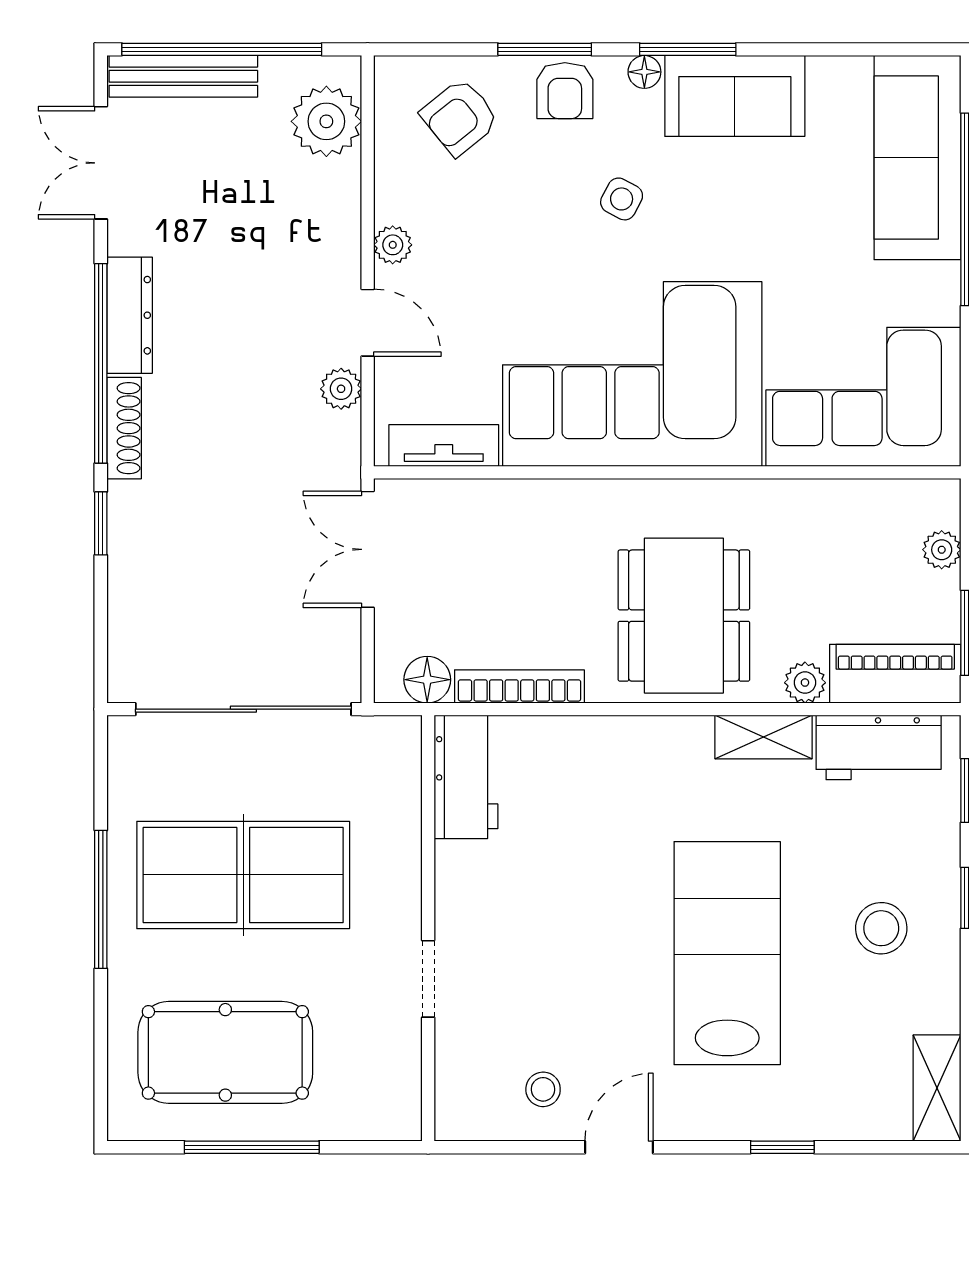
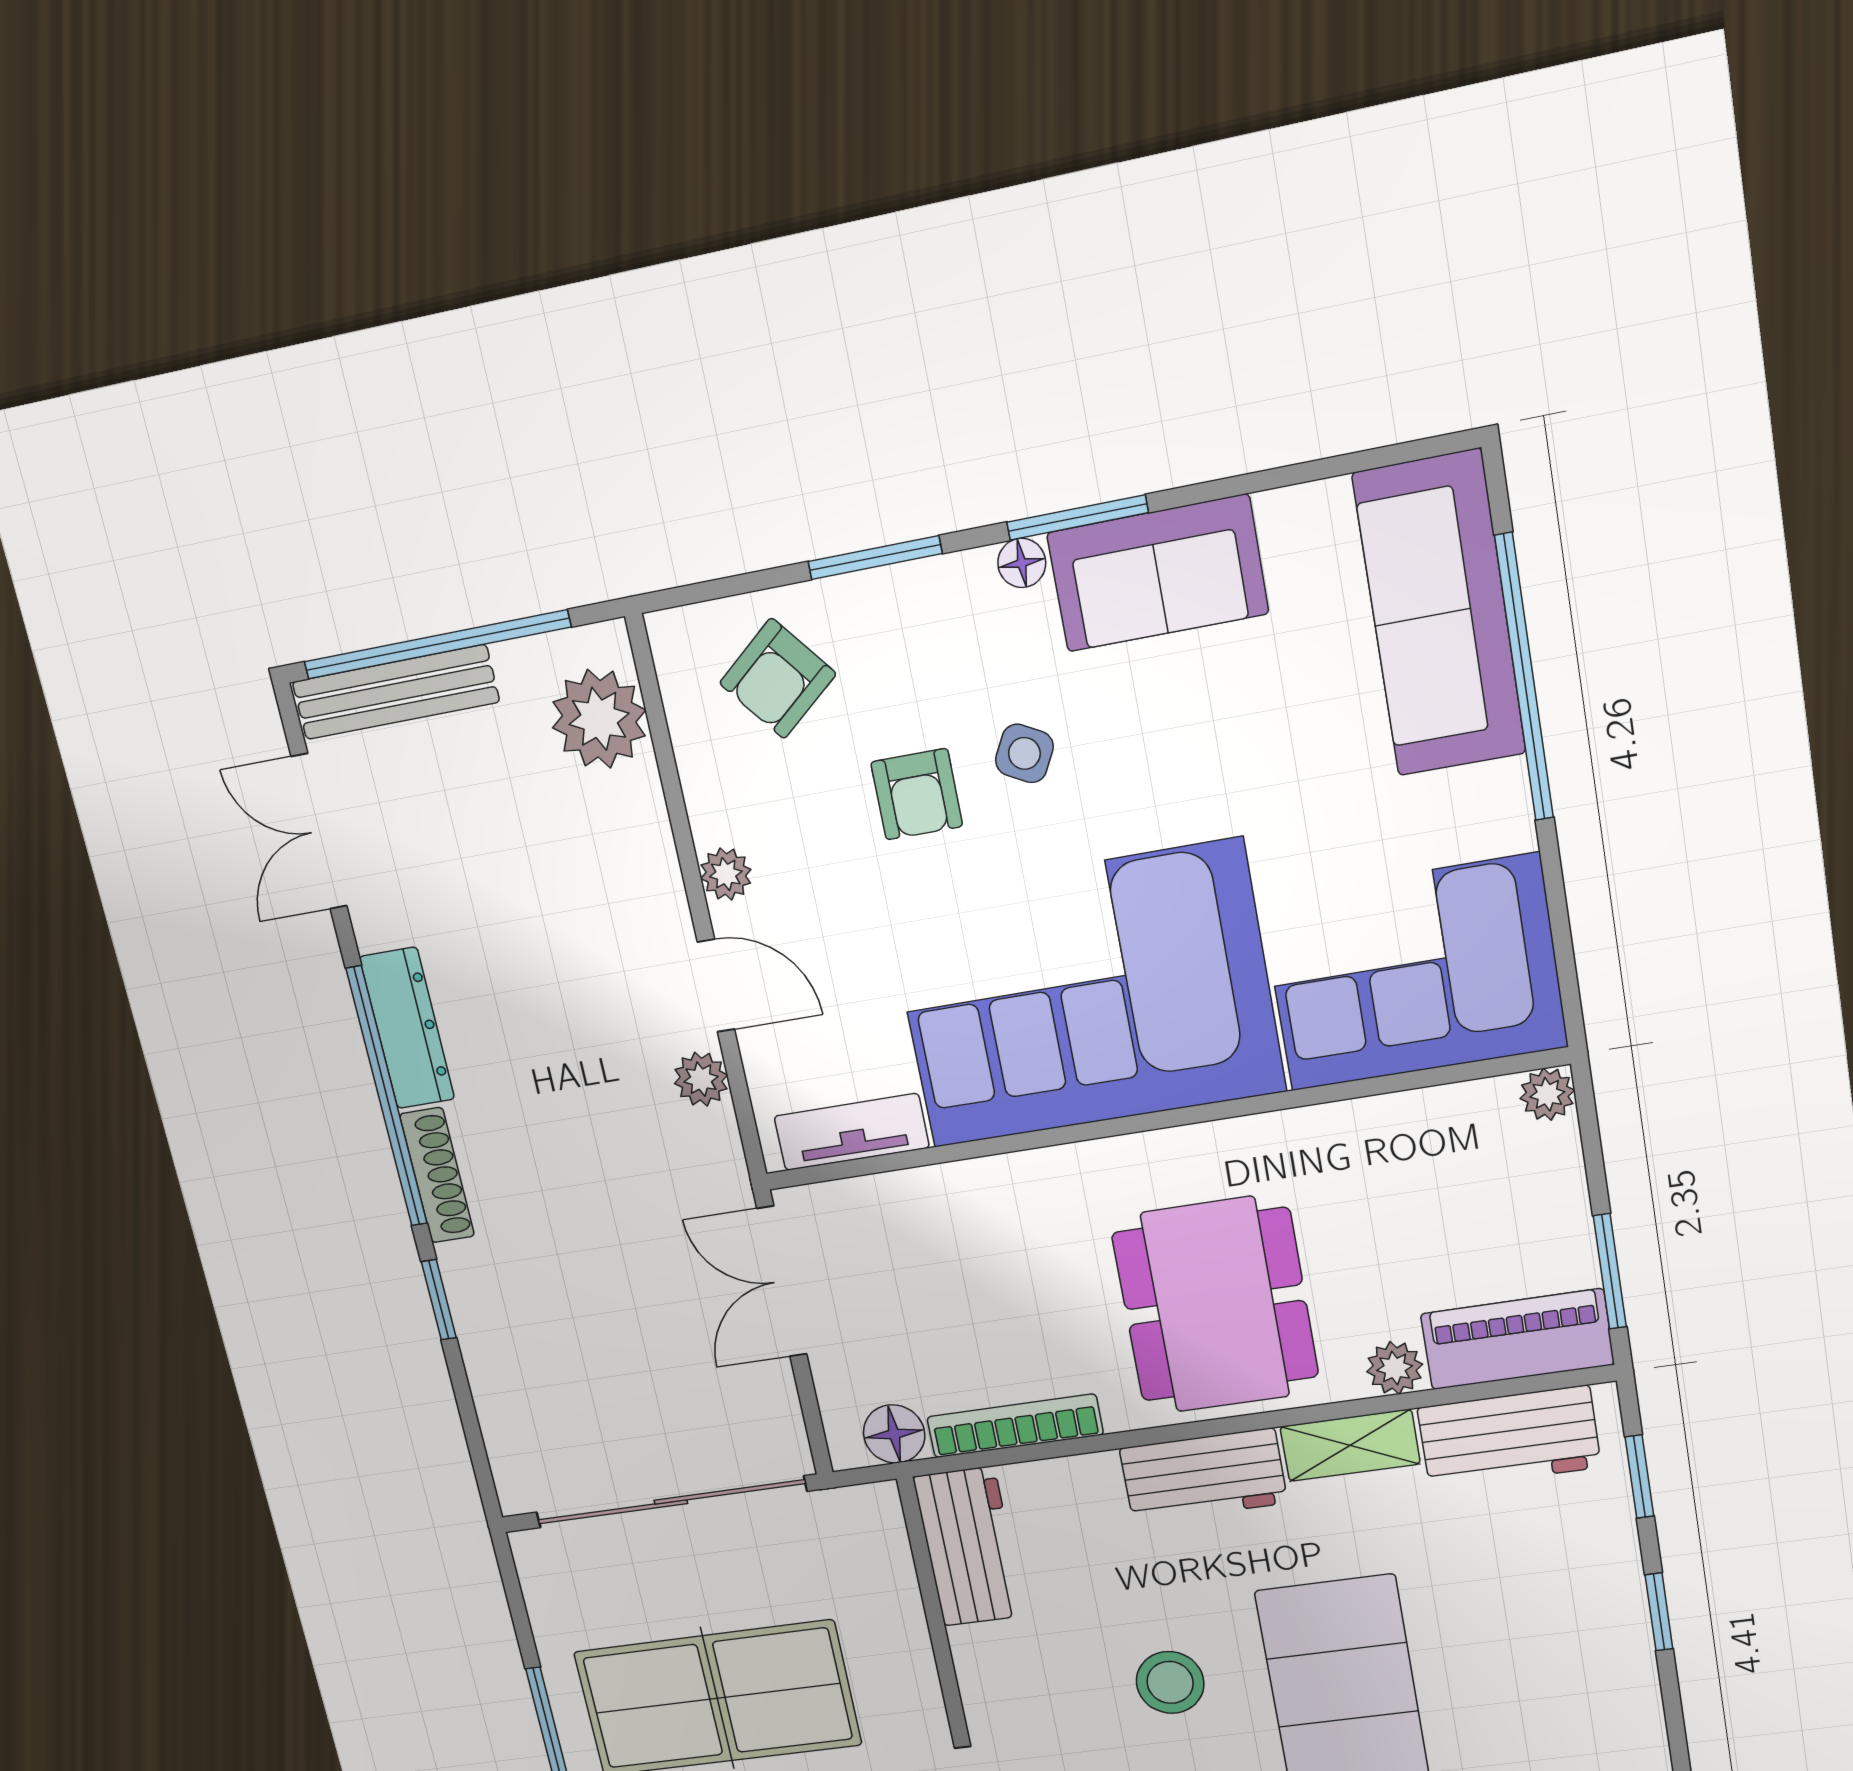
armchair: (565, 91) -> (917, 794), moved
plant: (942, 550) -> (1547, 1094), moved
workbench: (652, 745) -> (1203, 1476), added
stool: (881, 928) -> (1170, 1682), moved

